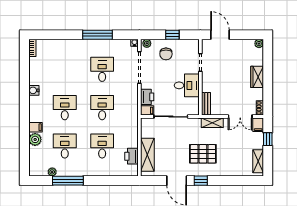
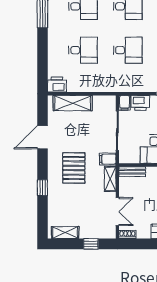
double door: (240, 117) -> (117, 212), swing flipped
filing cabinet: (258, 125) -> (108, 159), moved
printer: (132, 156) -> (57, 85), moved
window: (201, 181) -> (42, 188), moved

